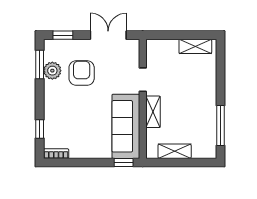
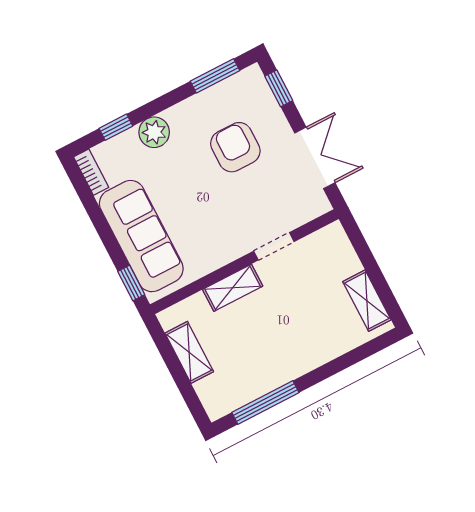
plant: (52, 71) -> (154, 132), moved
armchair: (82, 73) -> (235, 147), turned -90
sofa: (126, 126) -> (141, 236), moved, turned 90

